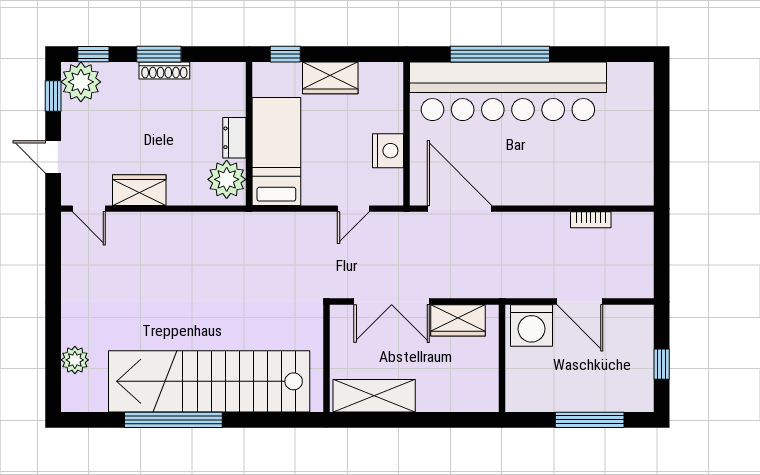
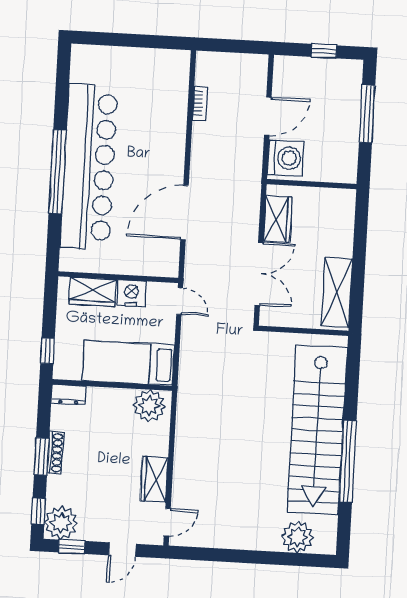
wardrobe: (330, 78) -> (92, 292), moved, turned 90
wall: (406, 134) -> (118, 277), moved
dresser: (234, 138) -> (69, 395), moved
nightstand: (388, 151) -> (132, 293), moved
plant: (75, 360) -> (298, 537), width x1.36, depth x1.36

